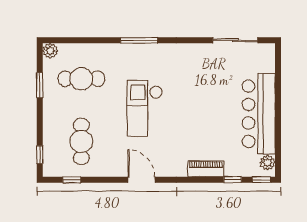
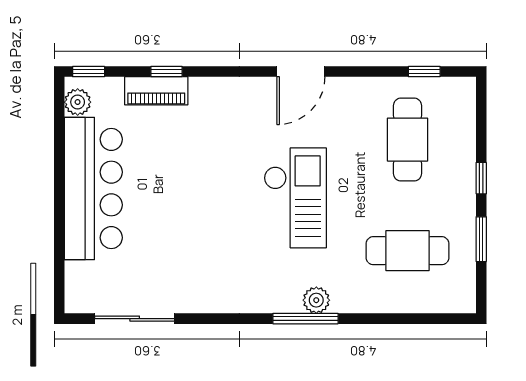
plant: (50, 51) -> (316, 300), moved
window: (40, 155) -> (481, 178), moved
piano: (206, 169) -> (156, 91), moved
door: (142, 180) -> (301, 72), hinge flipped
window: (233, 180) -> (166, 72), moved

